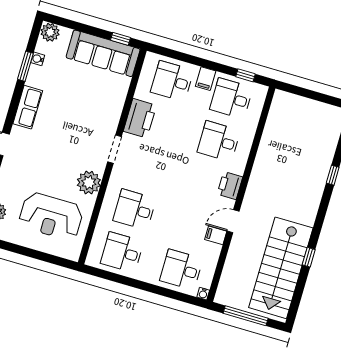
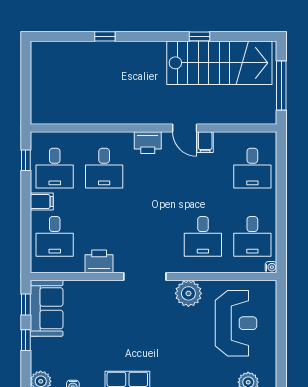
window: (90, 30) -> (26, 340), added
sofa: (103, 53) -> (47, 308), width x0.73
printer: (140, 118) -> (99, 261), width x0.73, depth x0.84
doorway: (114, 149) -> (145, 277), width x1.38
water cooler: (203, 294) -> (271, 267), moved

